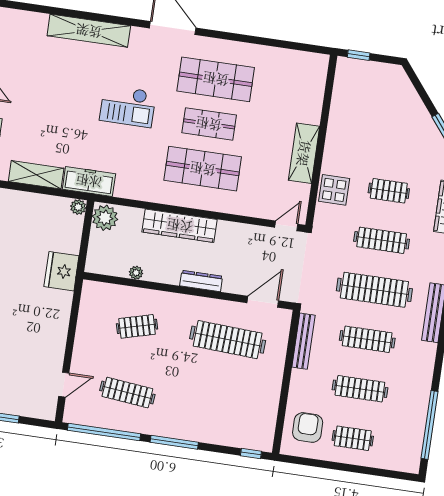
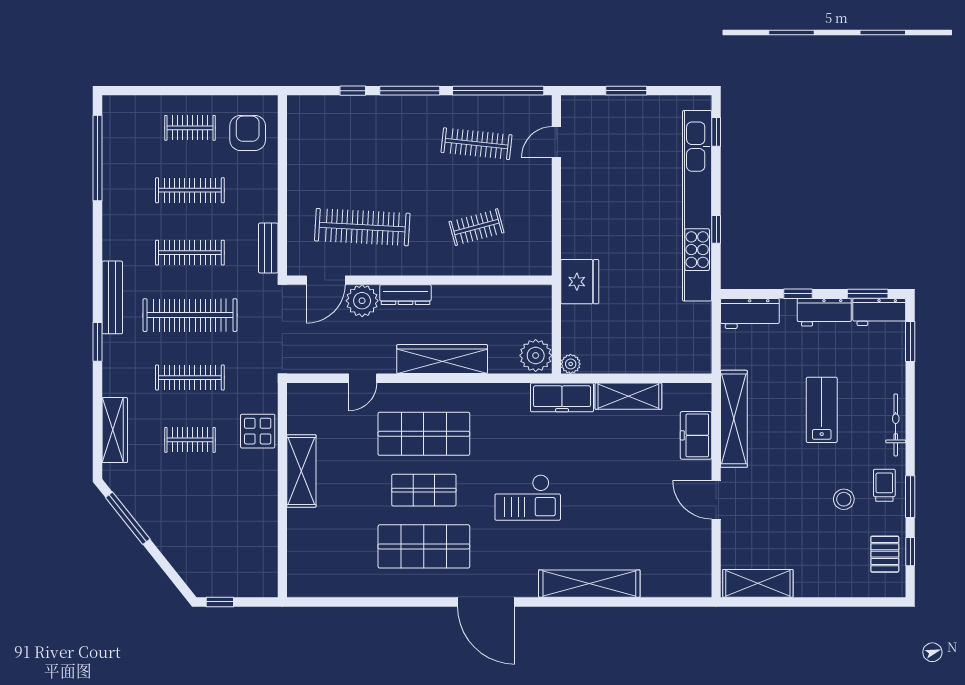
window: (359, 55) -> (220, 602), moved
checkout: (128, 106) -> (528, 497), turned 180
door: (286, 226) -> (363, 378), moved
plant: (136, 273) -> (362, 301), moved, width x1.87, depth x1.87
bench: (304, 341) -> (268, 248), width x0.73
armchair: (308, 428) -> (248, 133), turned 180
window: (251, 454) -> (353, 91), moved

